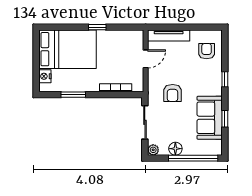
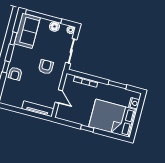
armchair: (207, 51) -> (15, 74), moved
door: (146, 59) -> (59, 96), swing flipped
sofa: (210, 118) -> (27, 31), moved

